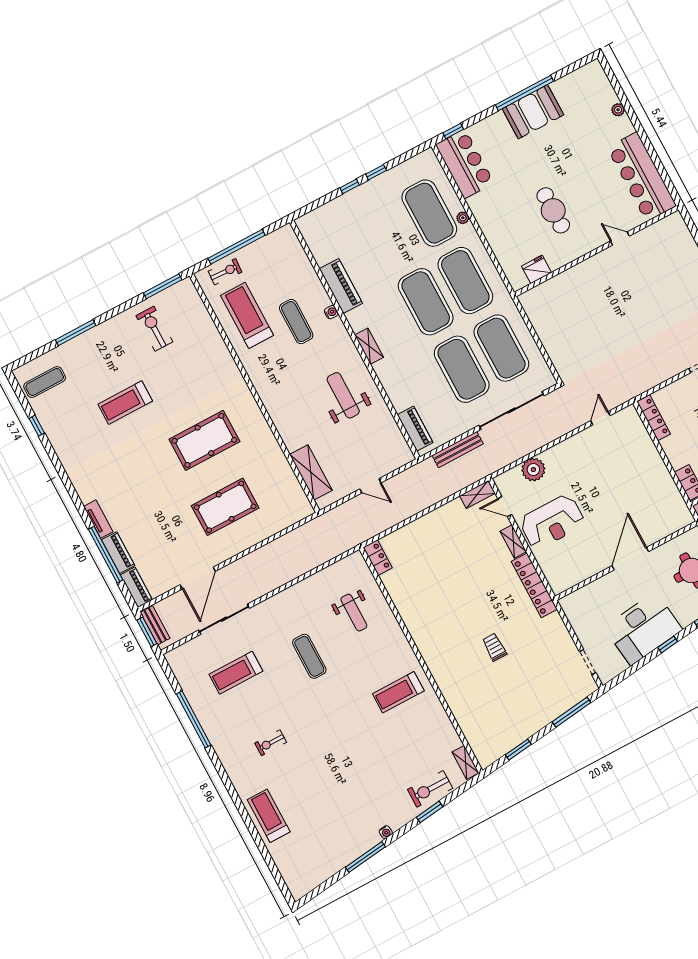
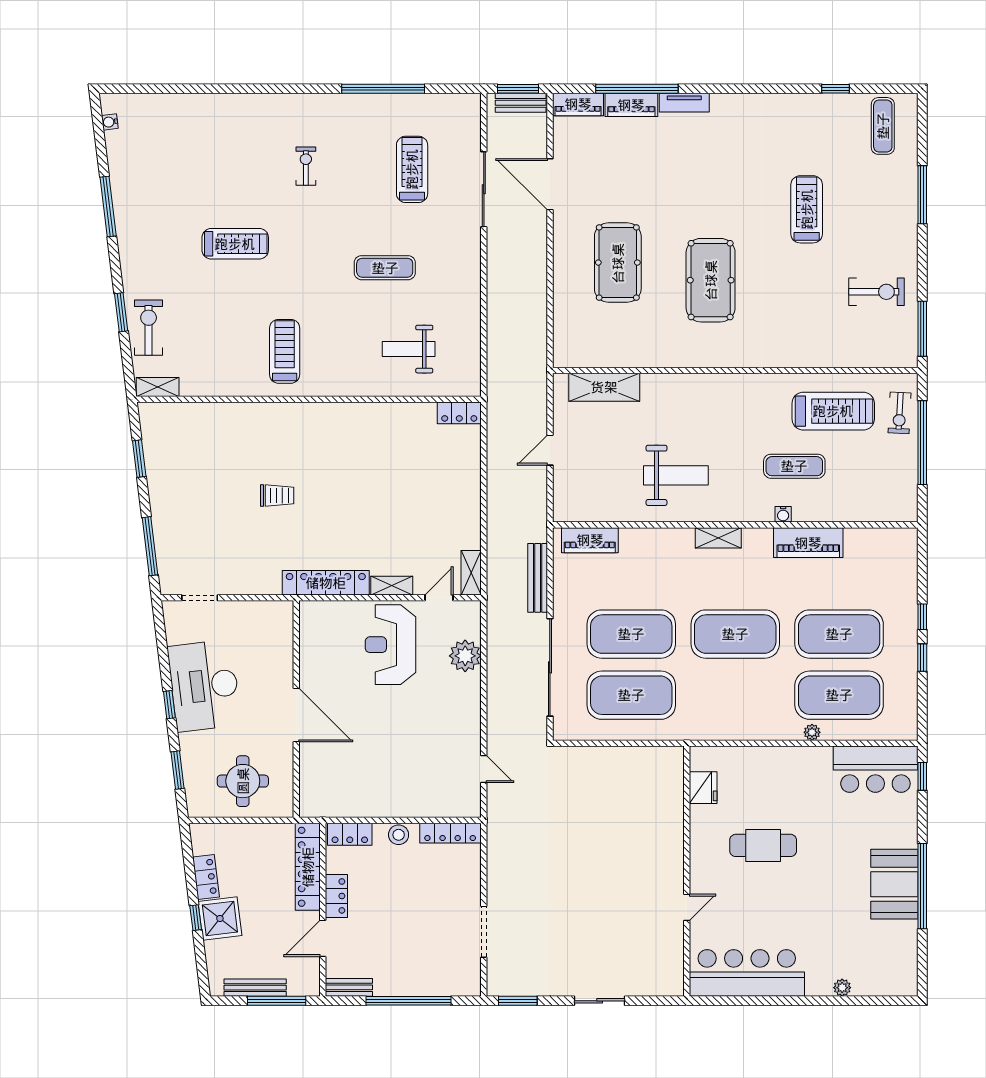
exercise mat: (465, 281) -> (839, 634), moved
stool: (673, 451) -> (399, 835), added
treadmill: (269, 816) -> (235, 244), moved
water cooler: (386, 832) -> (110, 122), moved

